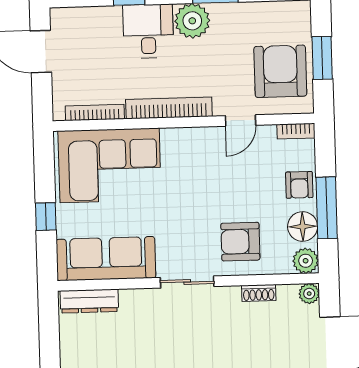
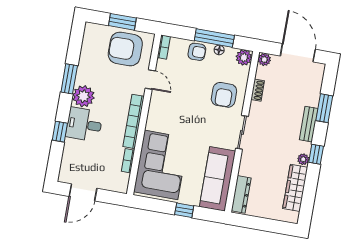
bookcase: (95, 112) -> (128, 161), width x0.64
floor lamp: (303, 227) -> (219, 50), width x0.53, depth x0.53

